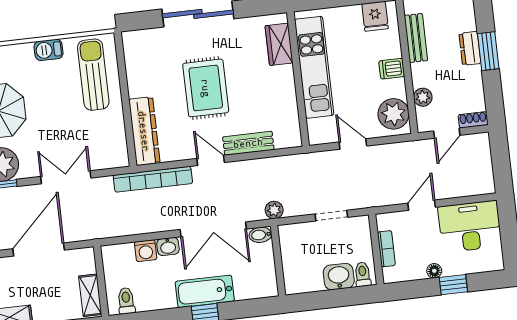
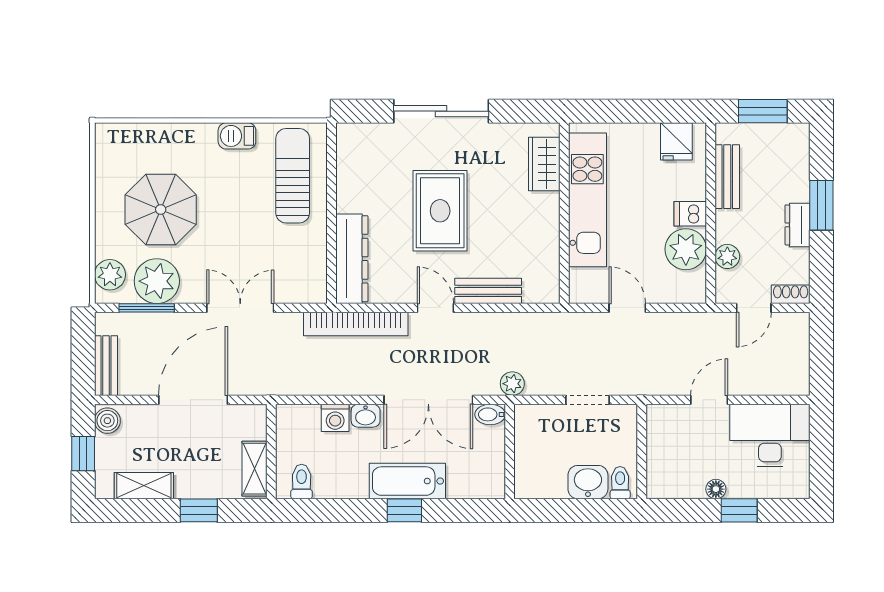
dresser: (470, 48) -> (798, 225), moved
plant: (393, 114) -> (686, 249), moved
bookcase: (386, 249) -> (656, 452), removed

